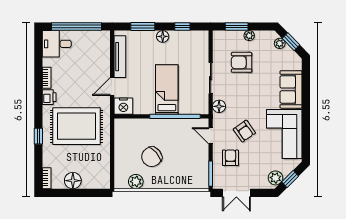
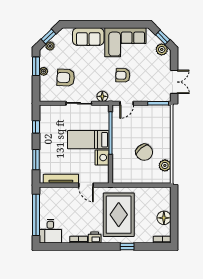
window: (237, 27) -> (36, 66), moved
floor lamp: (163, 36) -> (44, 143), removed
armchair: (242, 62) -> (66, 78), turned 93
nightstand: (123, 106) -> (102, 158), moved
armchair: (244, 131) -> (123, 75), turned -143
armchair: (230, 158) -> (145, 87), removed

